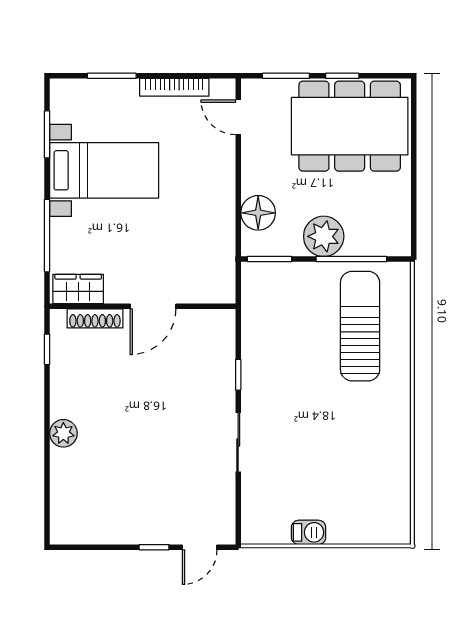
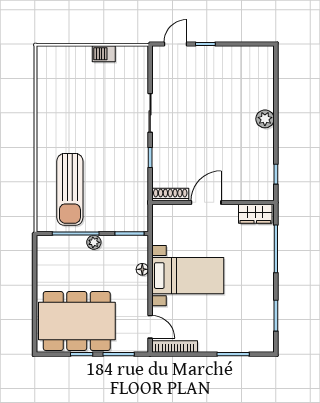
bookcase: (174, 87) -> (175, 346), moved
bed with nightstands: (104, 170) -> (188, 276), moved, turned 180
floor lamp: (258, 213) -> (142, 269), width x0.53, depth x0.53
plant: (324, 236) -> (94, 242), width x0.53, depth x0.53
shoe rack: (95, 318) -> (170, 195), moved

